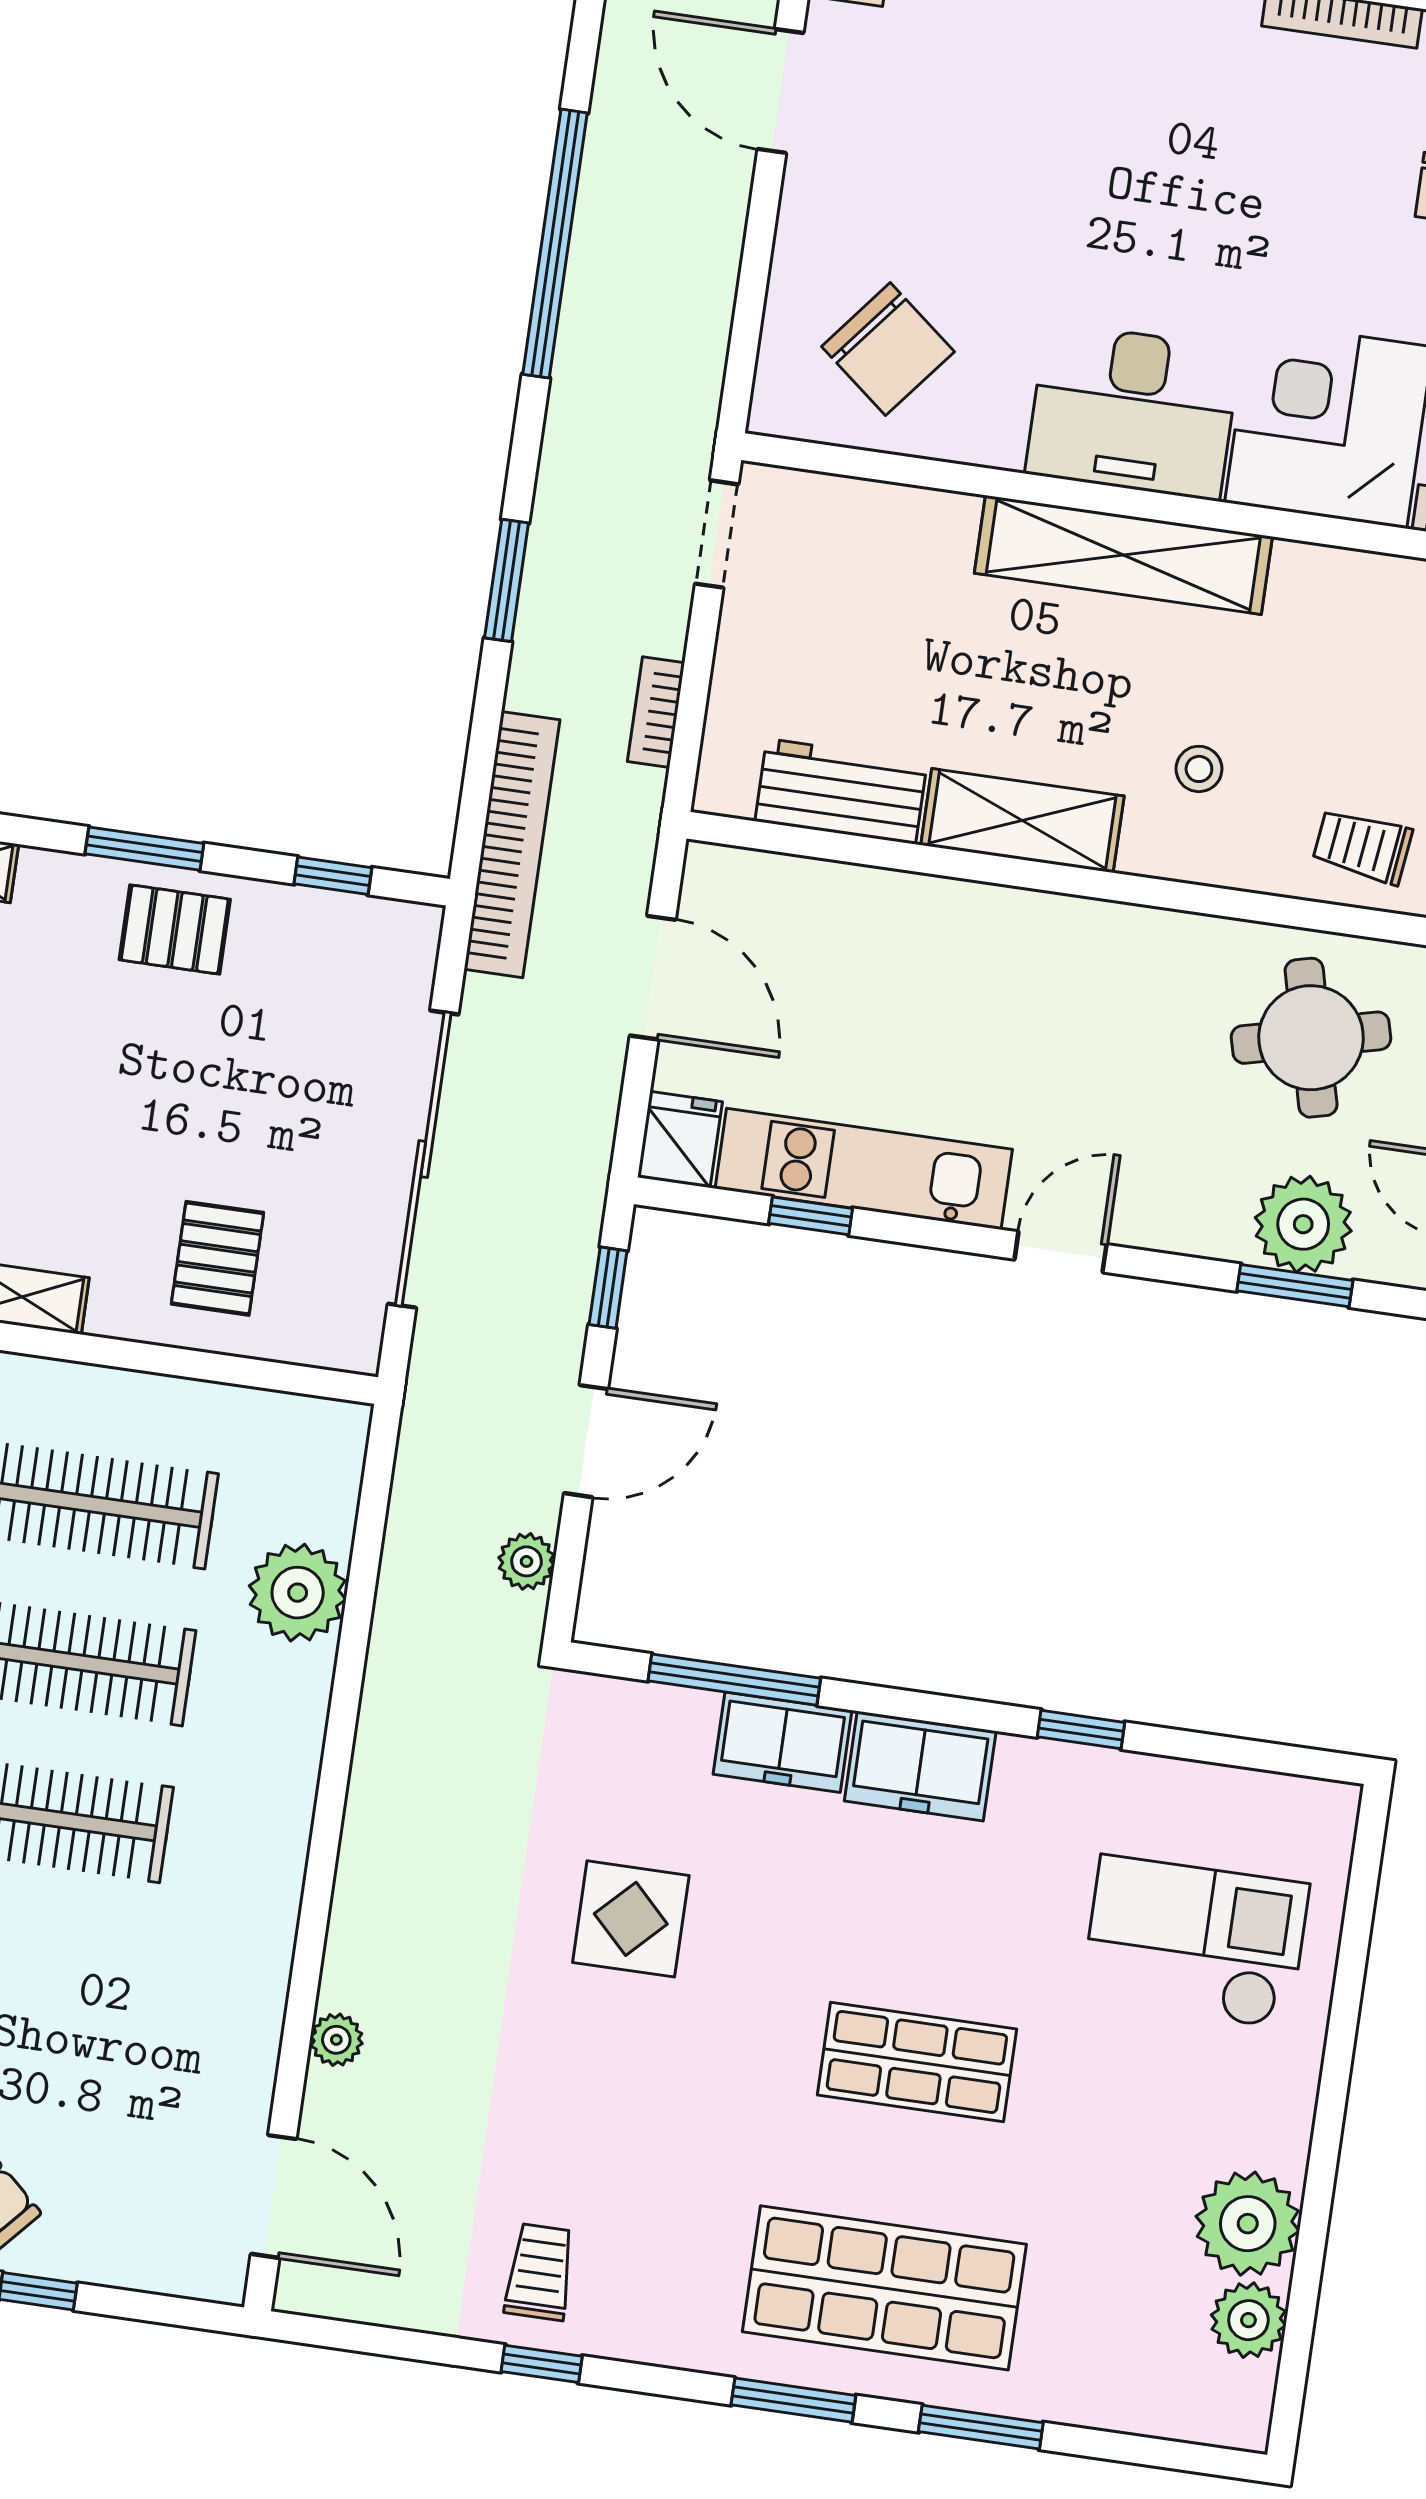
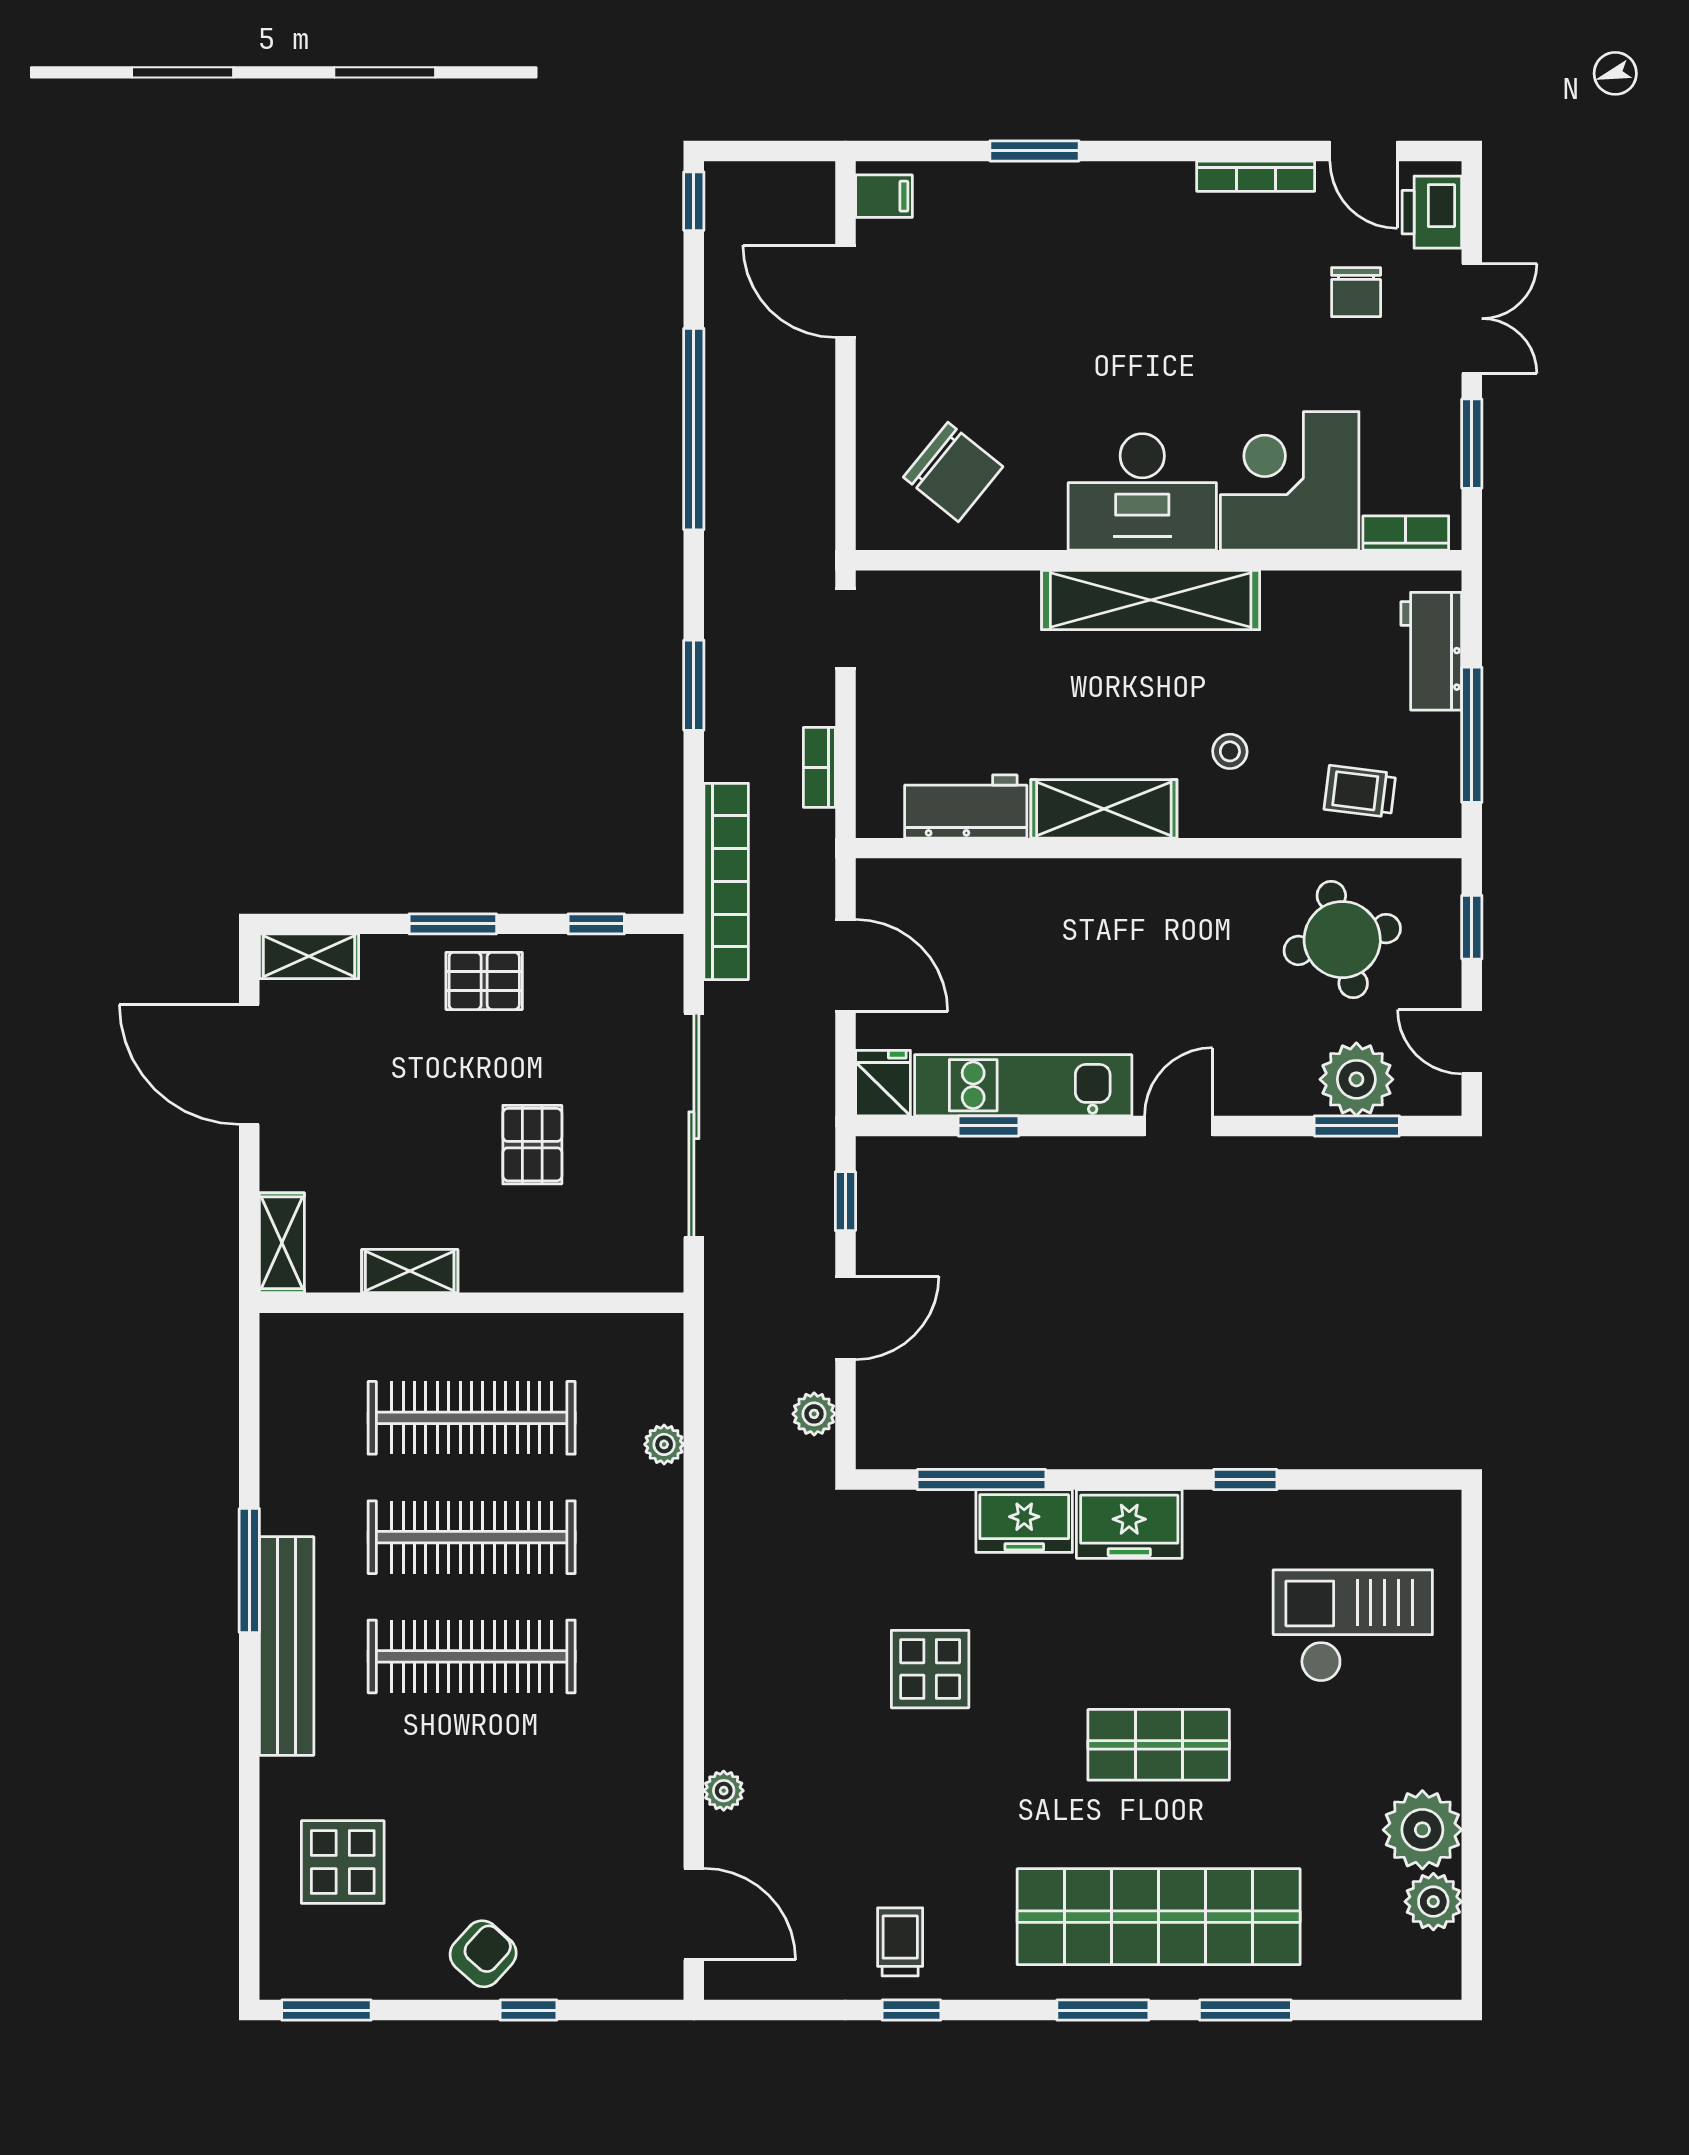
pallet: (218, 1258) -> (532, 1145), moved
plant: (298, 1593) -> (664, 1444), width x0.53, depth x0.53
shop shelf: (884, 2288) -> (1159, 1917), width x1.40

